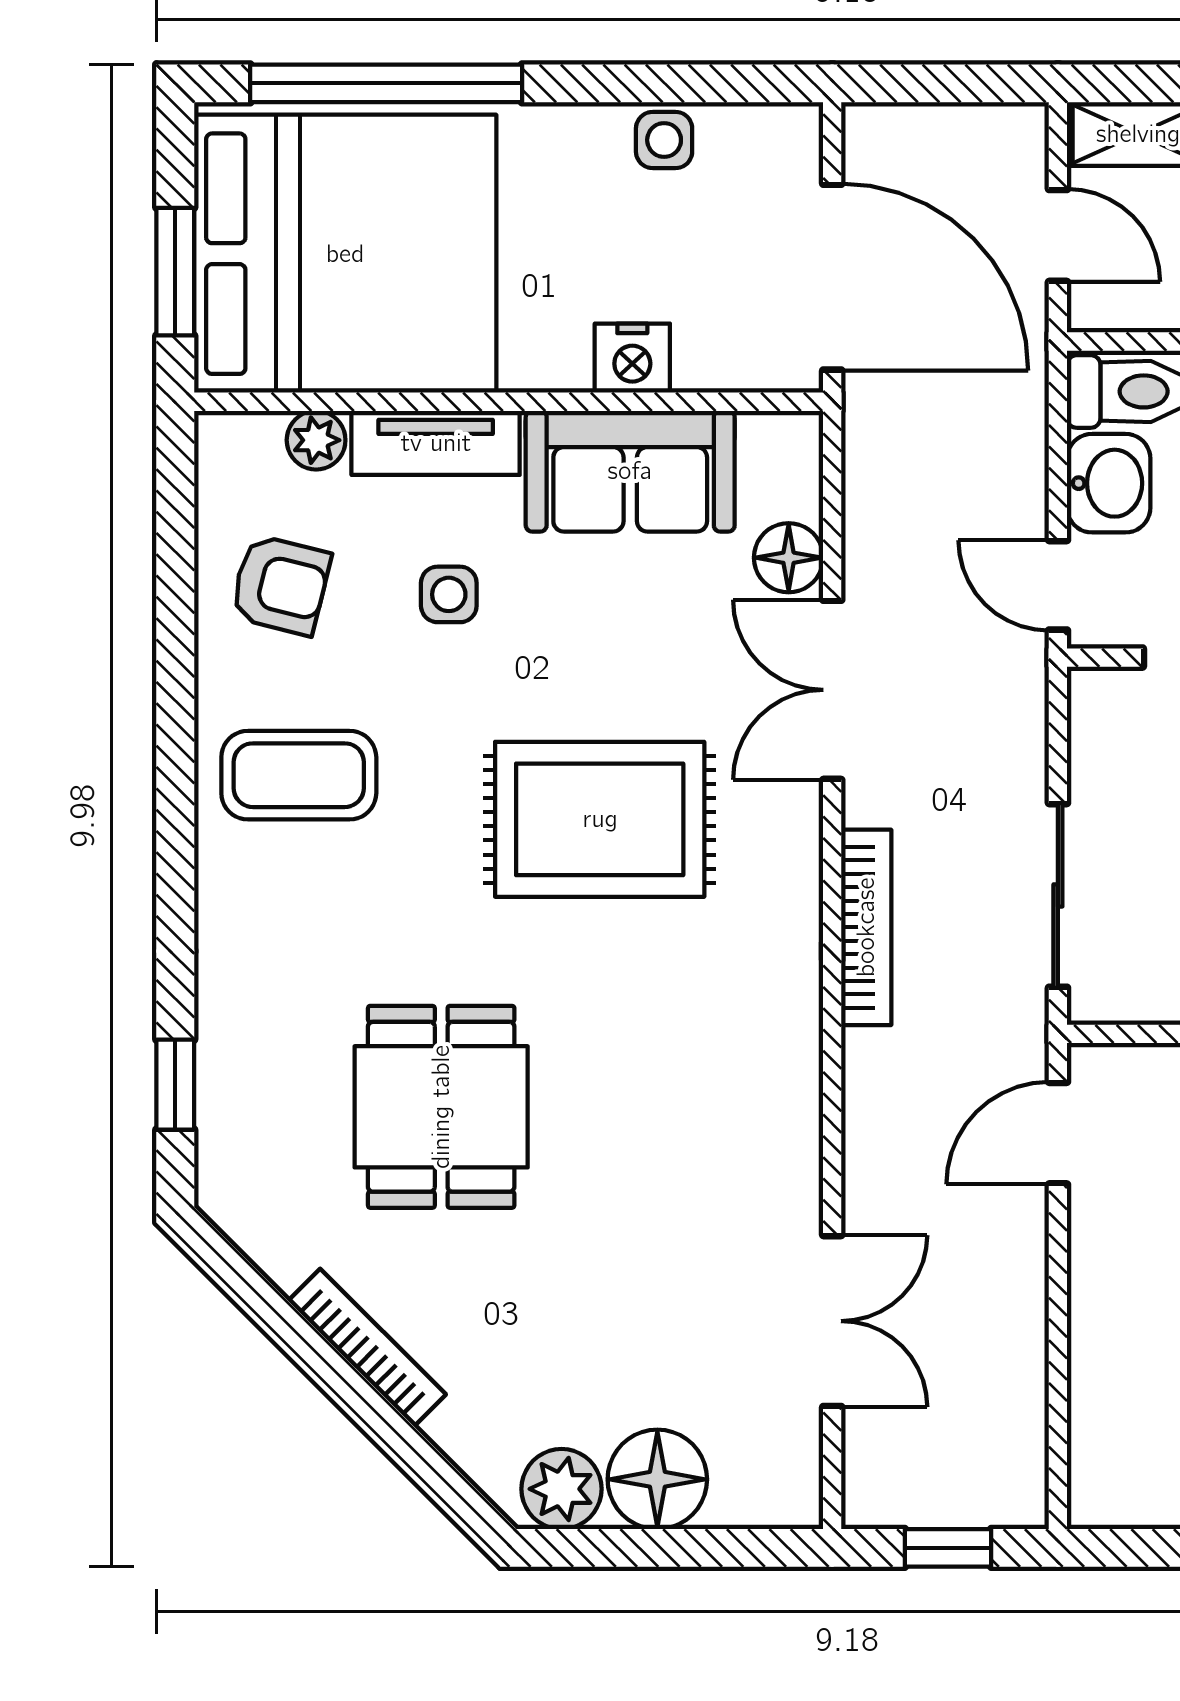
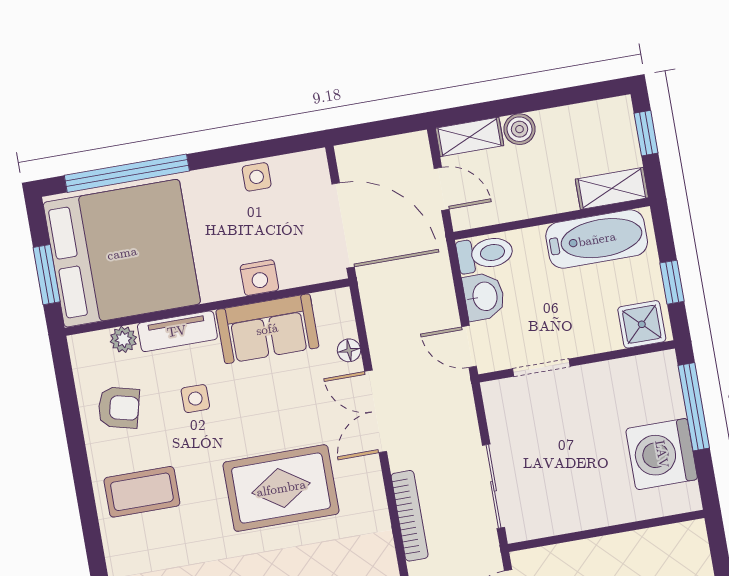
floor lamp: (789, 558) -> (349, 350), width x0.73, depth x0.73

